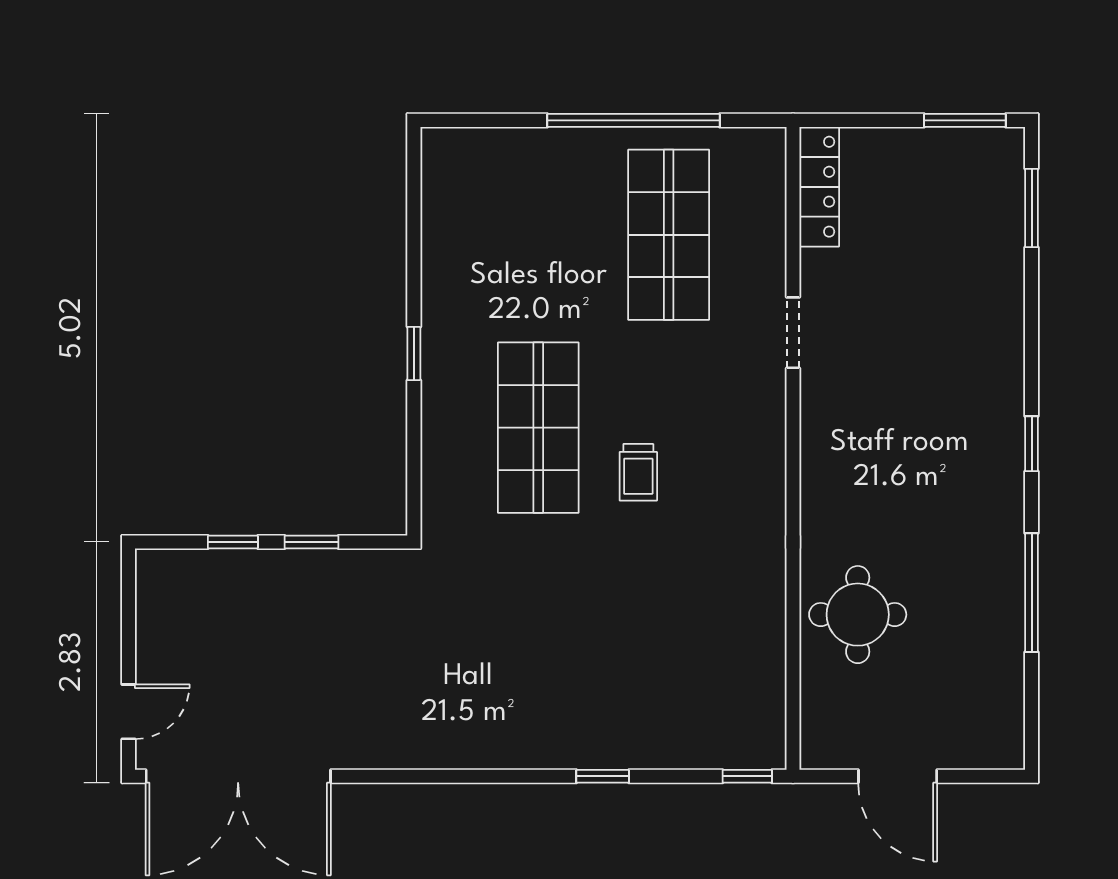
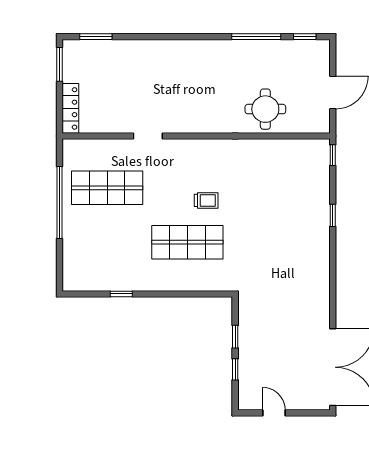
locker: (819, 187) -> (70, 108), moved, turned 90
window: (414, 354) -> (121, 294), moved
window: (1032, 444) -> (305, 37), moved
door: (128, 712) -> (274, 413), moved

